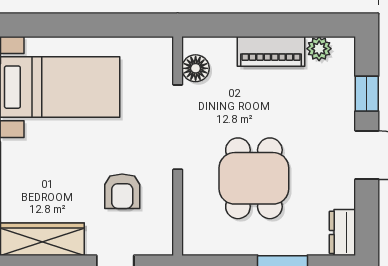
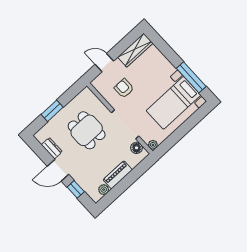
plant: (162, 47) -> (153, 145), added
dresser: (342, 232) -> (52, 148), moved

